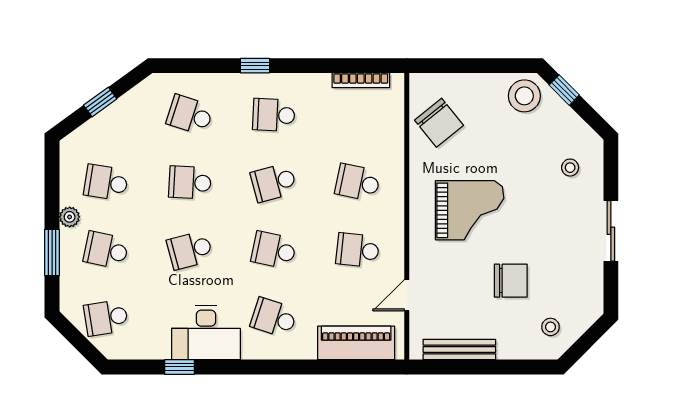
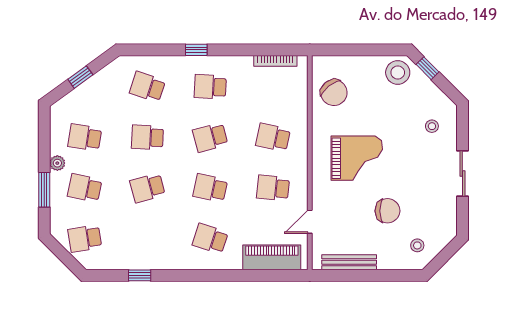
desk: (206, 333) -> (159, 250), removed

